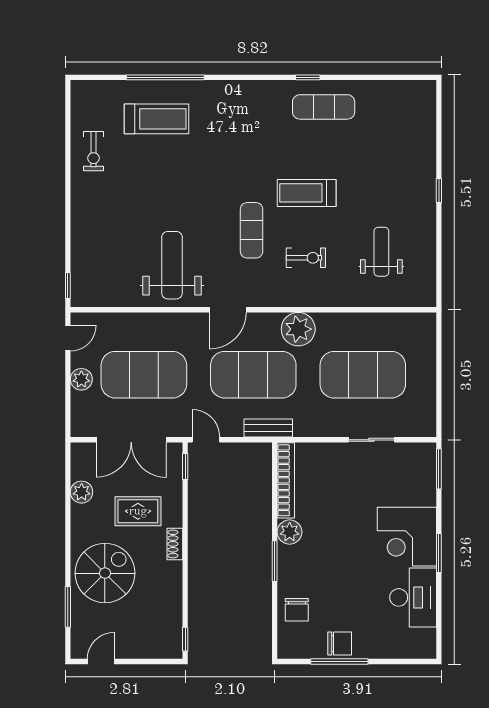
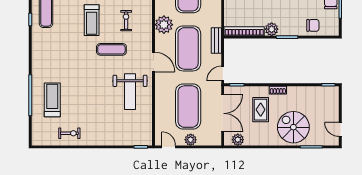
weight bench: (172, 265) -> (130, 92), turned -90
plant: (82, 492) -> (238, 140), moved

